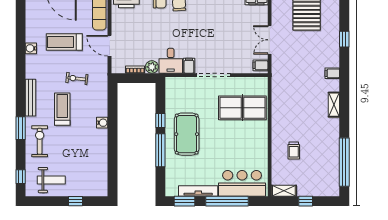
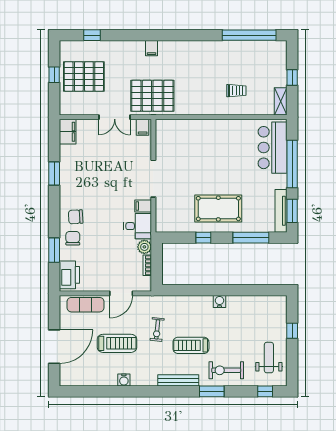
window: (344, 39) -> (92, 35), moved
treadmill: (64, 42) -> (117, 343), turned -90
pallet: (289, 74) -> (152, 96), added
shelving: (334, 105) -> (186, 46), removed
table tennis table: (242, 108) -> (189, 147), removed
water cooler: (102, 123) -> (219, 301), moved
window: (160, 150) -> (251, 238), moved
tv unit: (198, 191) -> (281, 211), moved

